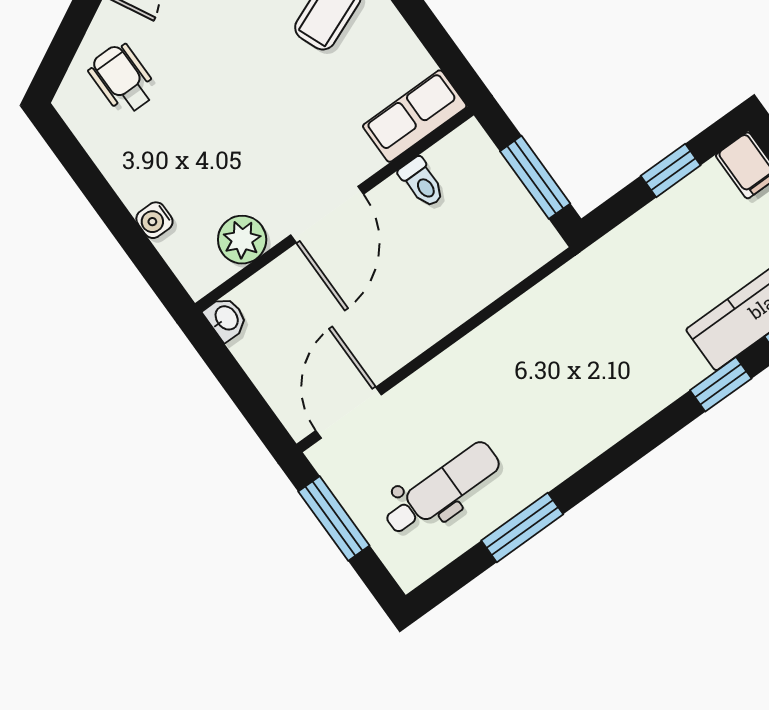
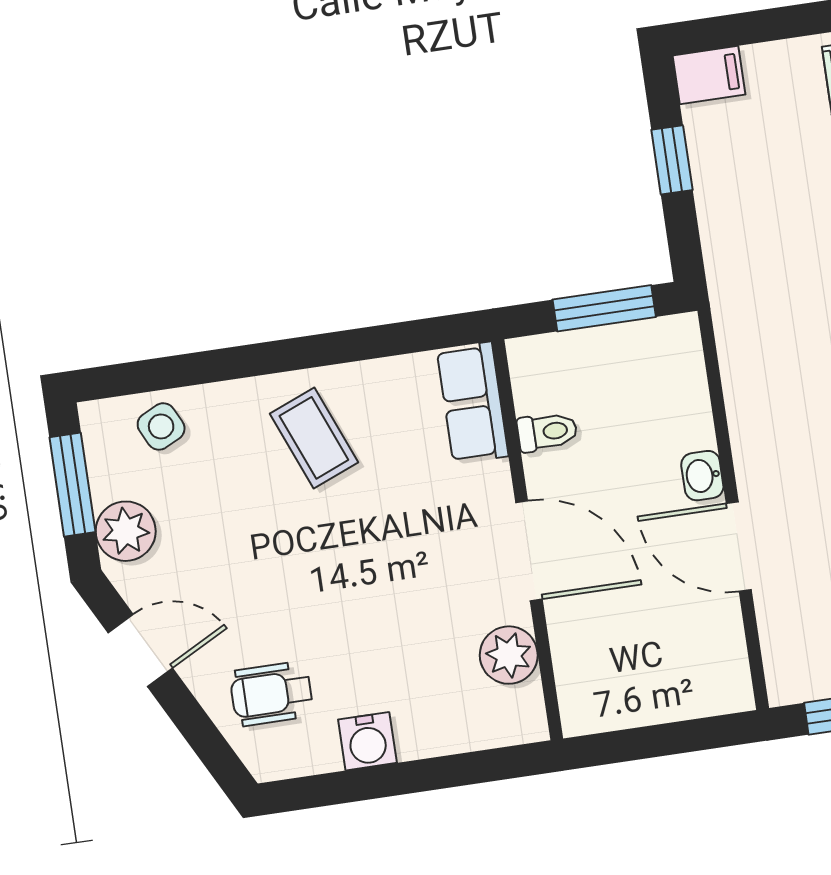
water cooler: (154, 220) -> (367, 741), moved, width x1.38, depth x1.38
washbasin: (226, 318) -> (702, 476), moved, turned -90
door: (349, 413) -> (739, 547), moved

